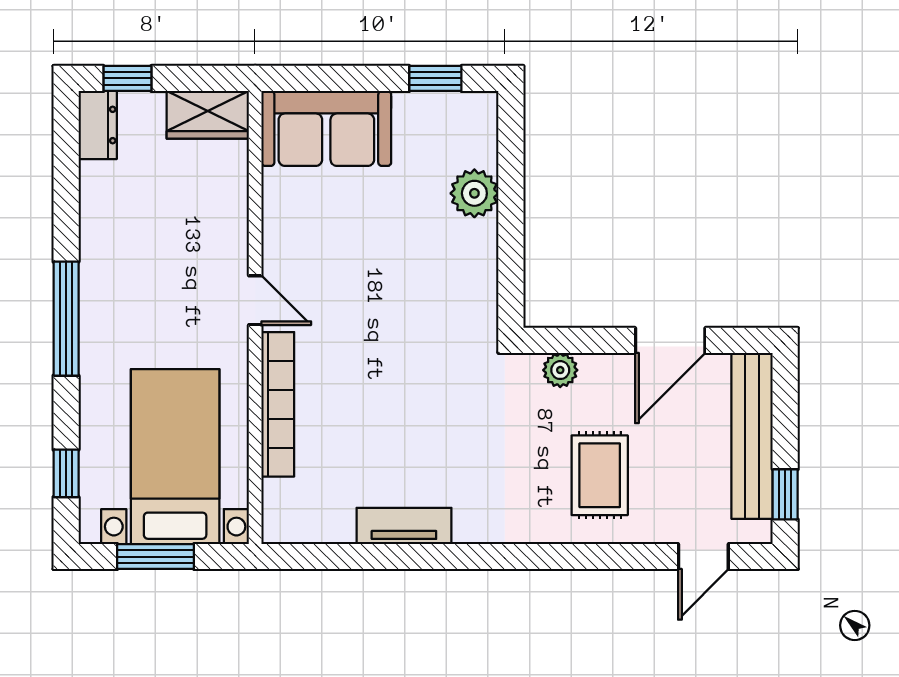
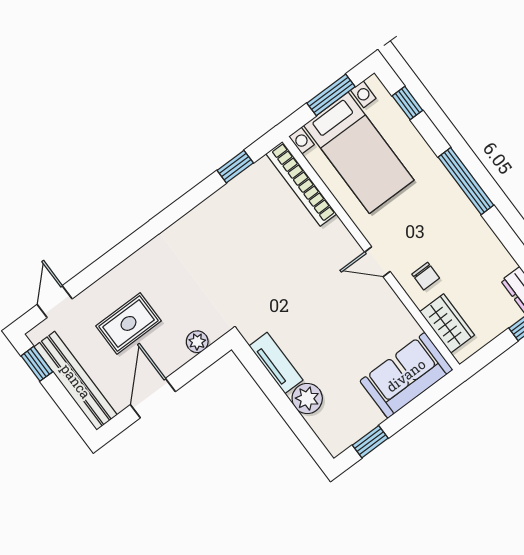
wardrobe: (208, 115) -> (447, 323), moved, turned 90
chair: (207, 236) -> (426, 276), added
bookcase: (278, 404) -> (301, 184), moved
rug: (600, 475) -> (129, 323), moved, turned 90
tv unit: (404, 526) -> (276, 363), moved, turned -90
window: (345, 557) -> (235, 167), added

